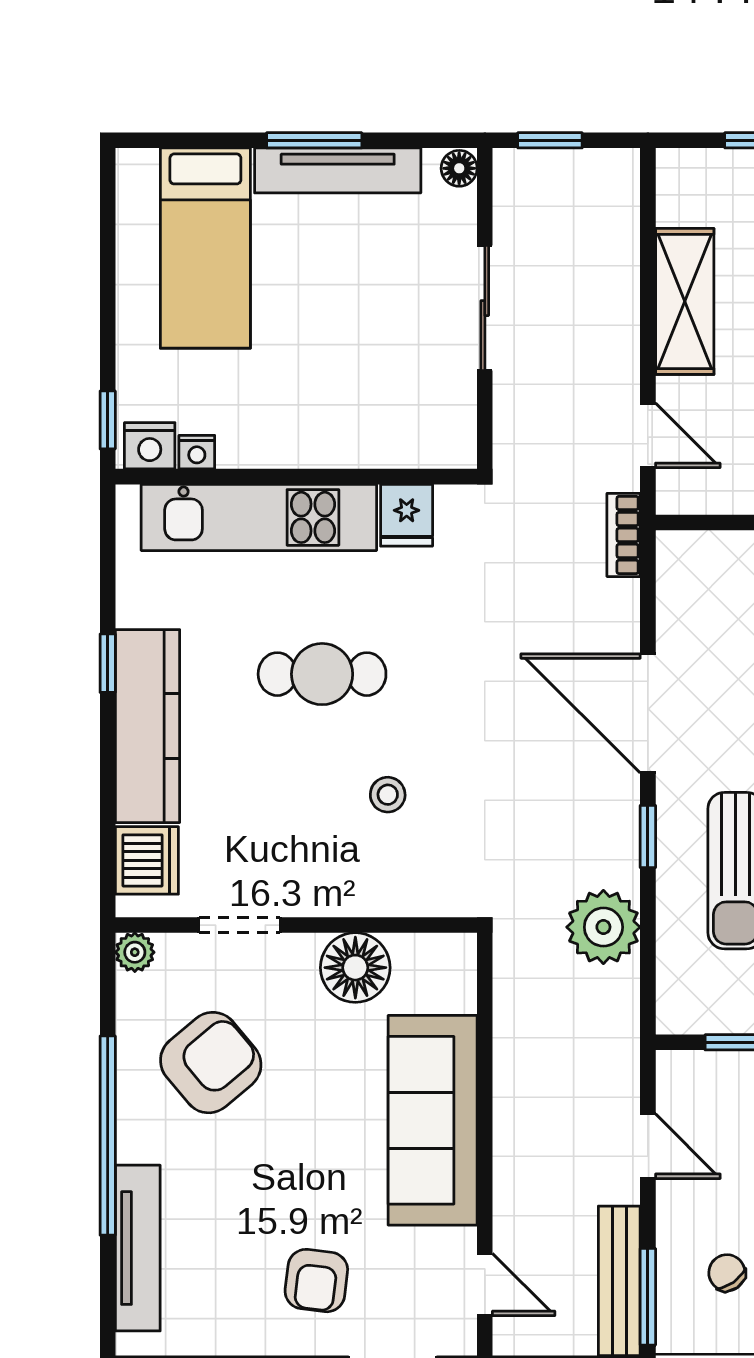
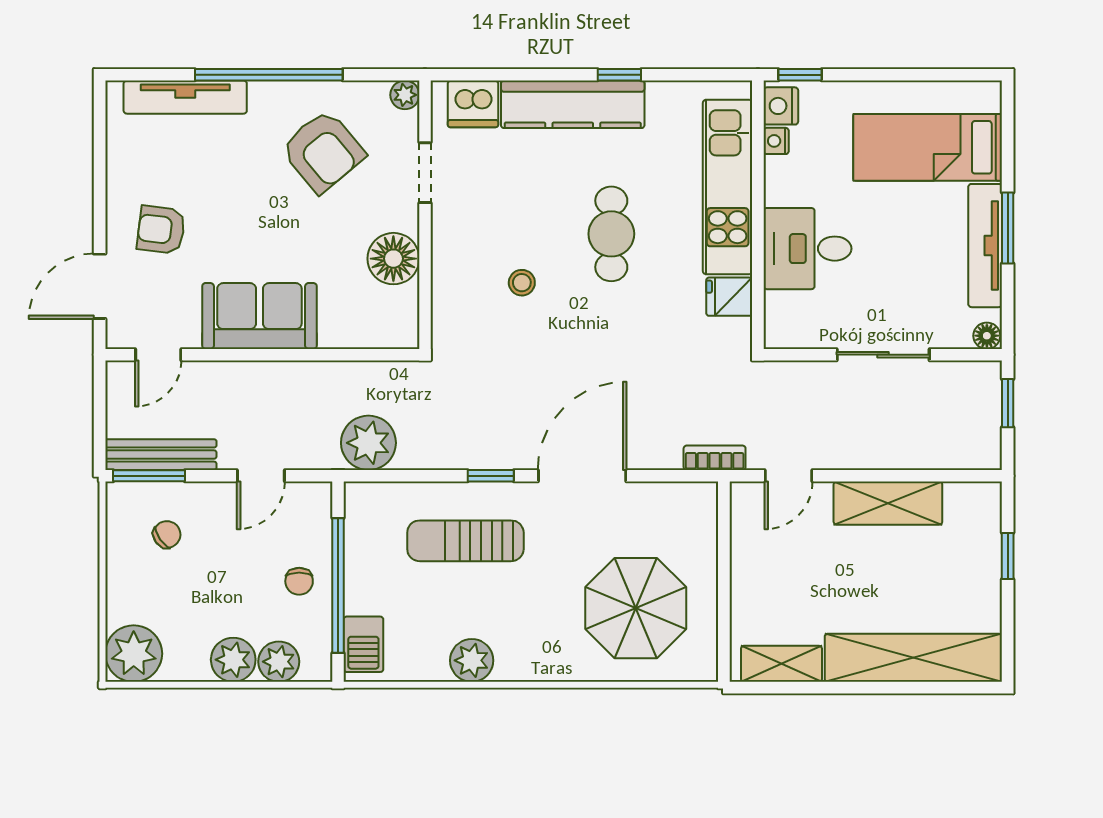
desk: (342, 410) -> (807, 249), added
plant: (603, 927) -> (368, 443), moved
sofa: (433, 1120) -> (259, 316), width x0.73

